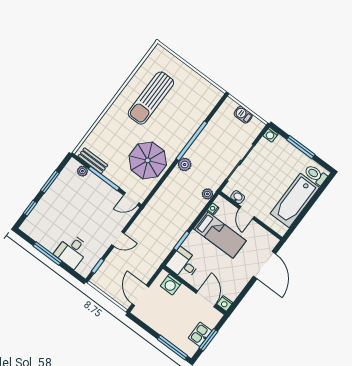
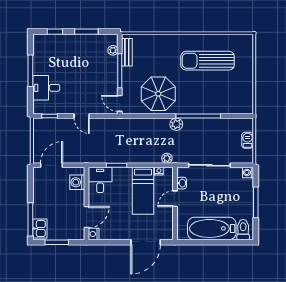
kitchen sink: (200, 334) -> (40, 229), moved, turned 90

